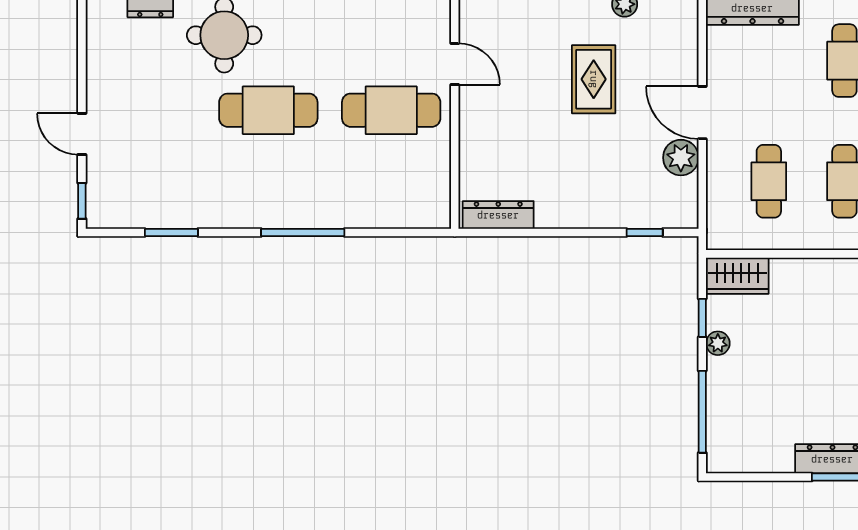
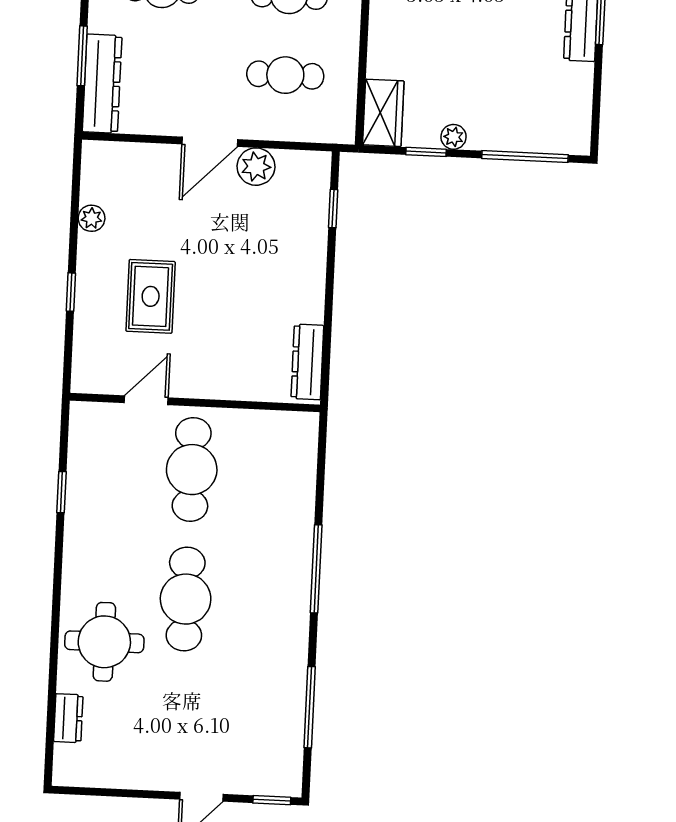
rug: (594, 79) -> (151, 296), moved, turned 90
window: (171, 232) -> (310, 707), width x1.44

